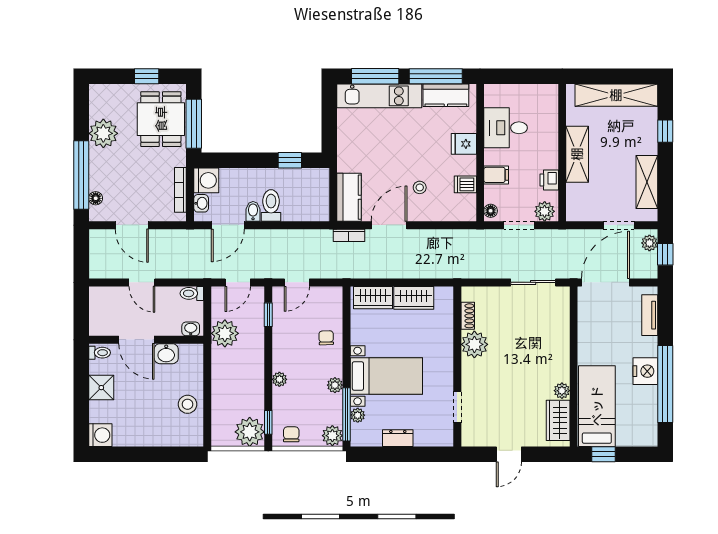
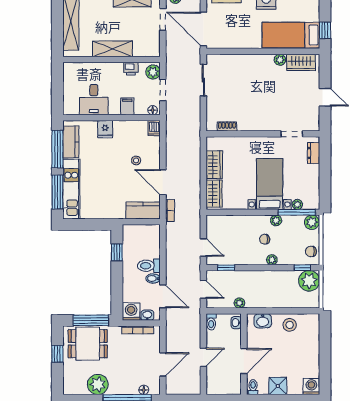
dishwasher: (465, 184) -> (154, 128), moved
plant: (225, 333) -> (239, 303), width x0.53, depth x0.53
chair: (326, 338) -> (265, 239), moved
plant: (474, 344) -> (247, 122), removed
washbasin: (166, 354) -> (263, 321), moved, turned 90
dresser: (398, 438) -> (314, 153), moved

